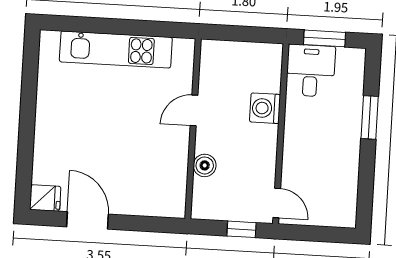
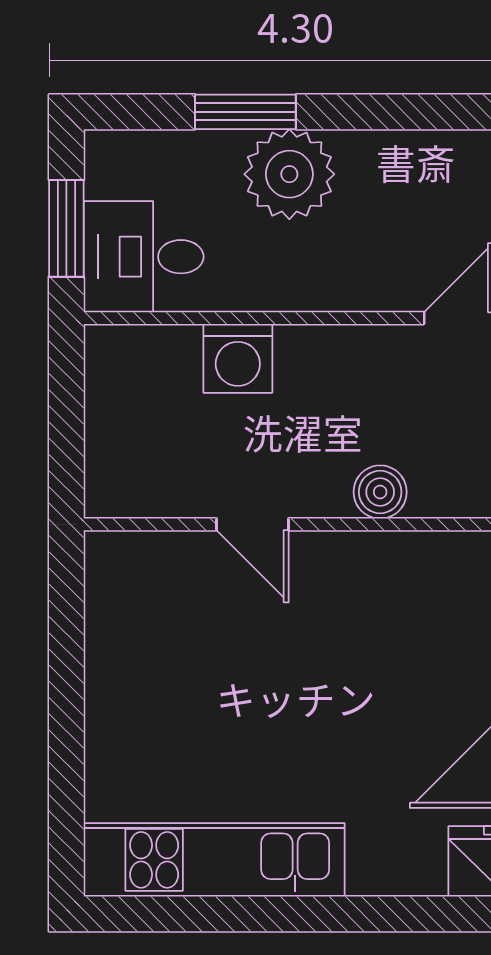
kitchen unit: (116, 49) -> (214, 860), moved, turned -90
plant: (342, 135) -> (289, 174), added

